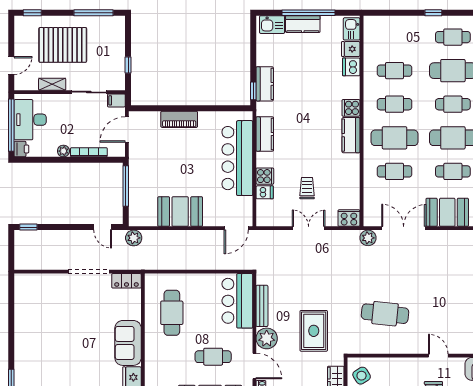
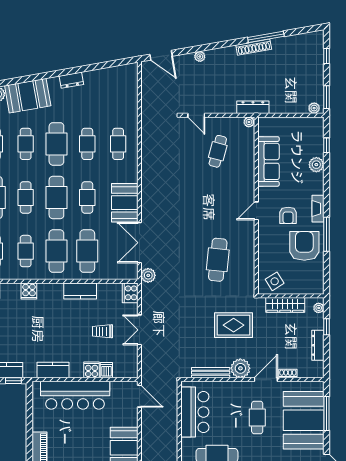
kitchen counter: (351, 135) -> (80, 291), moved
cafe table: (394, 171) -> (87, 251), width x1.37, depth x1.35
bar counter: (237, 301) -> (195, 412), moved, turned -90

